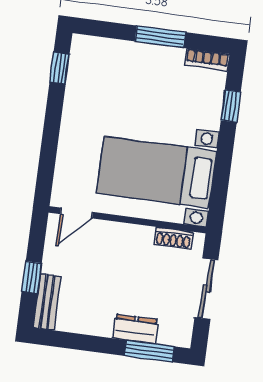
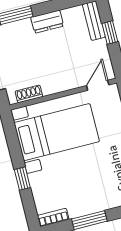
window: (231, 106) -> (22, 179), moved
dresser: (135, 329) -> (47, 22), moved

